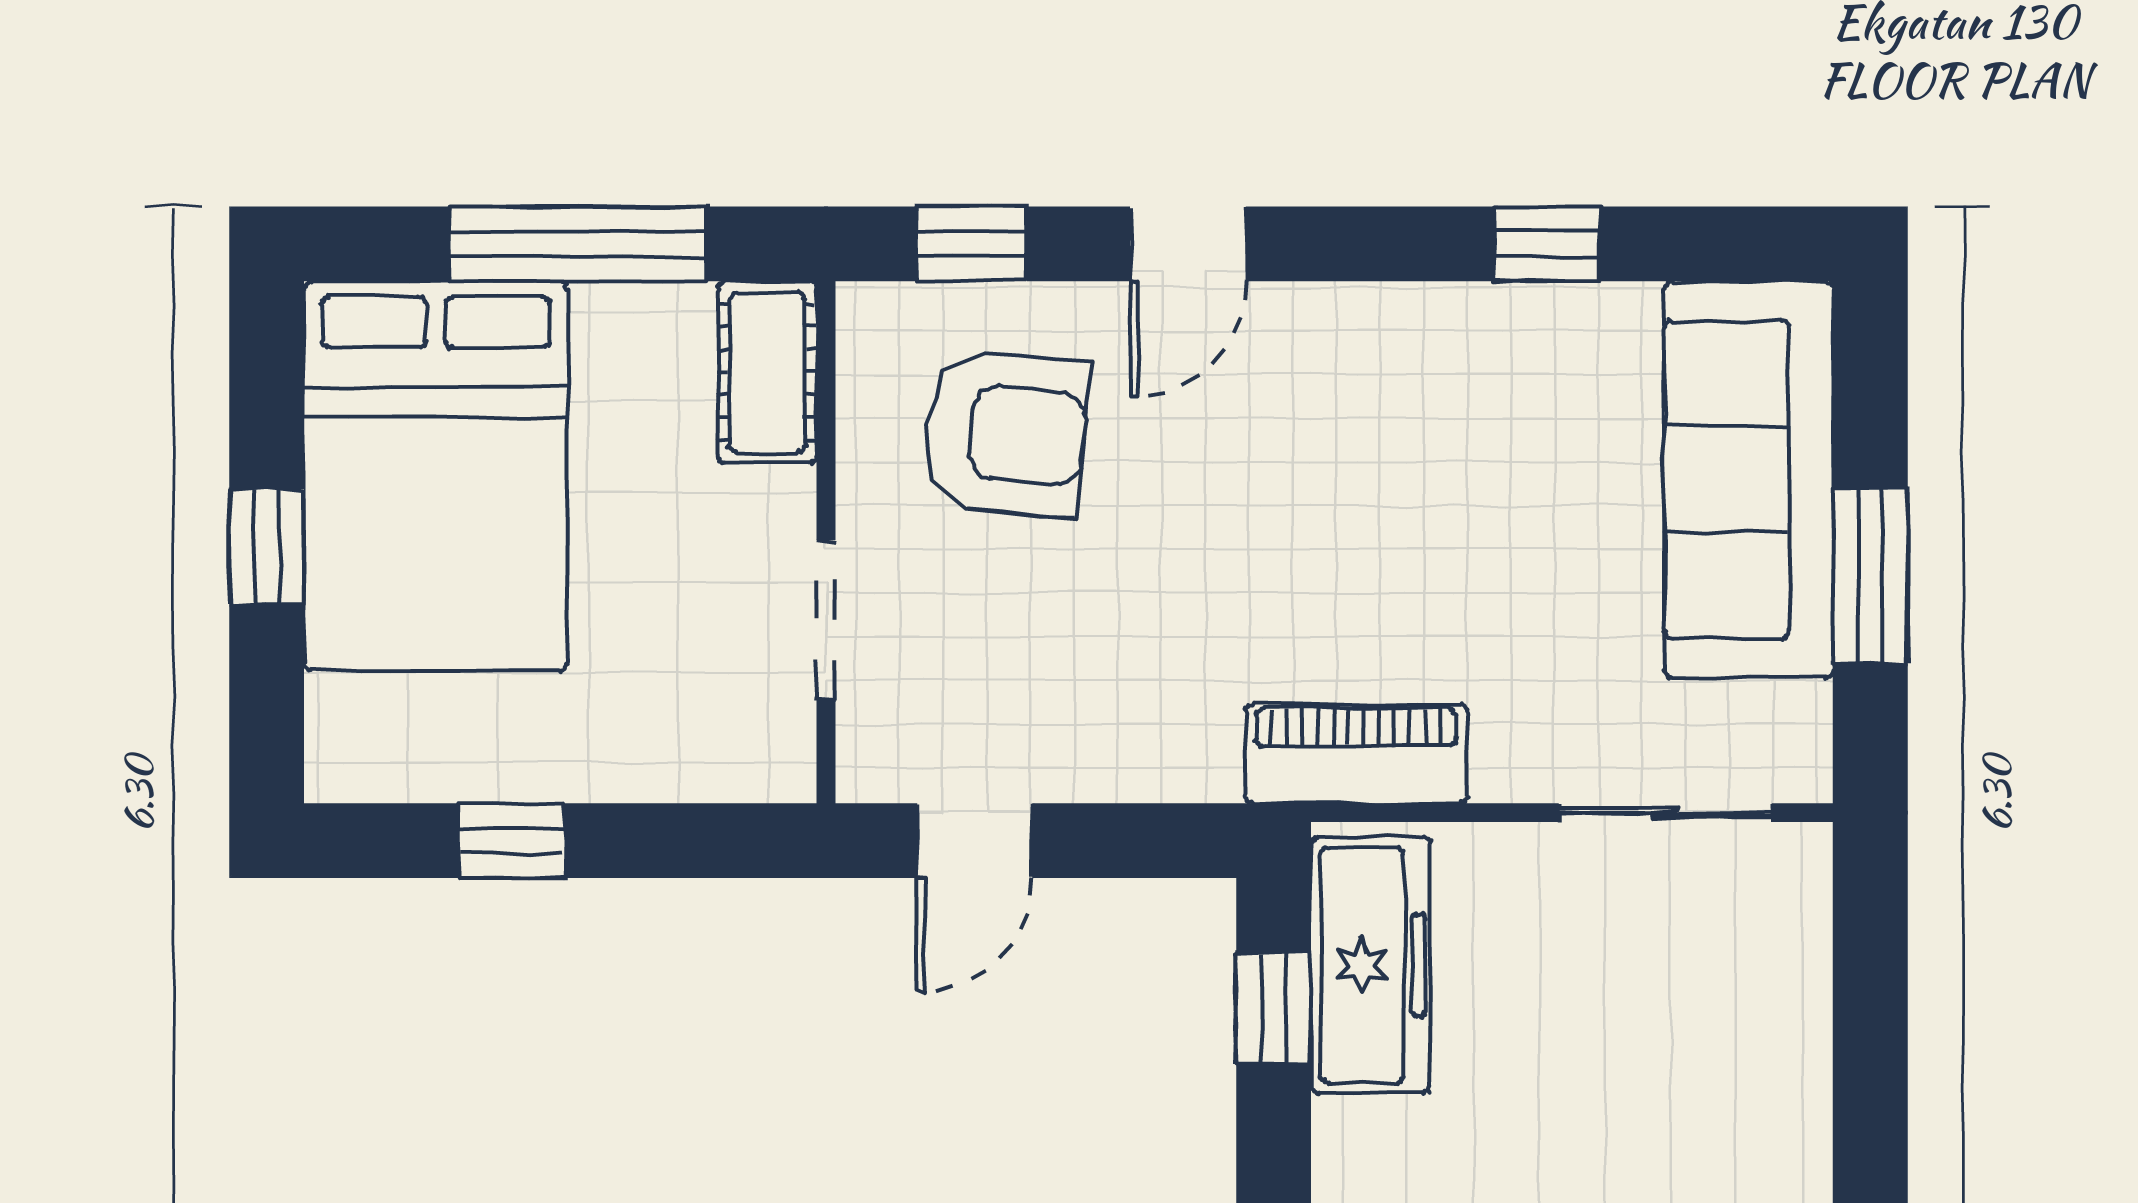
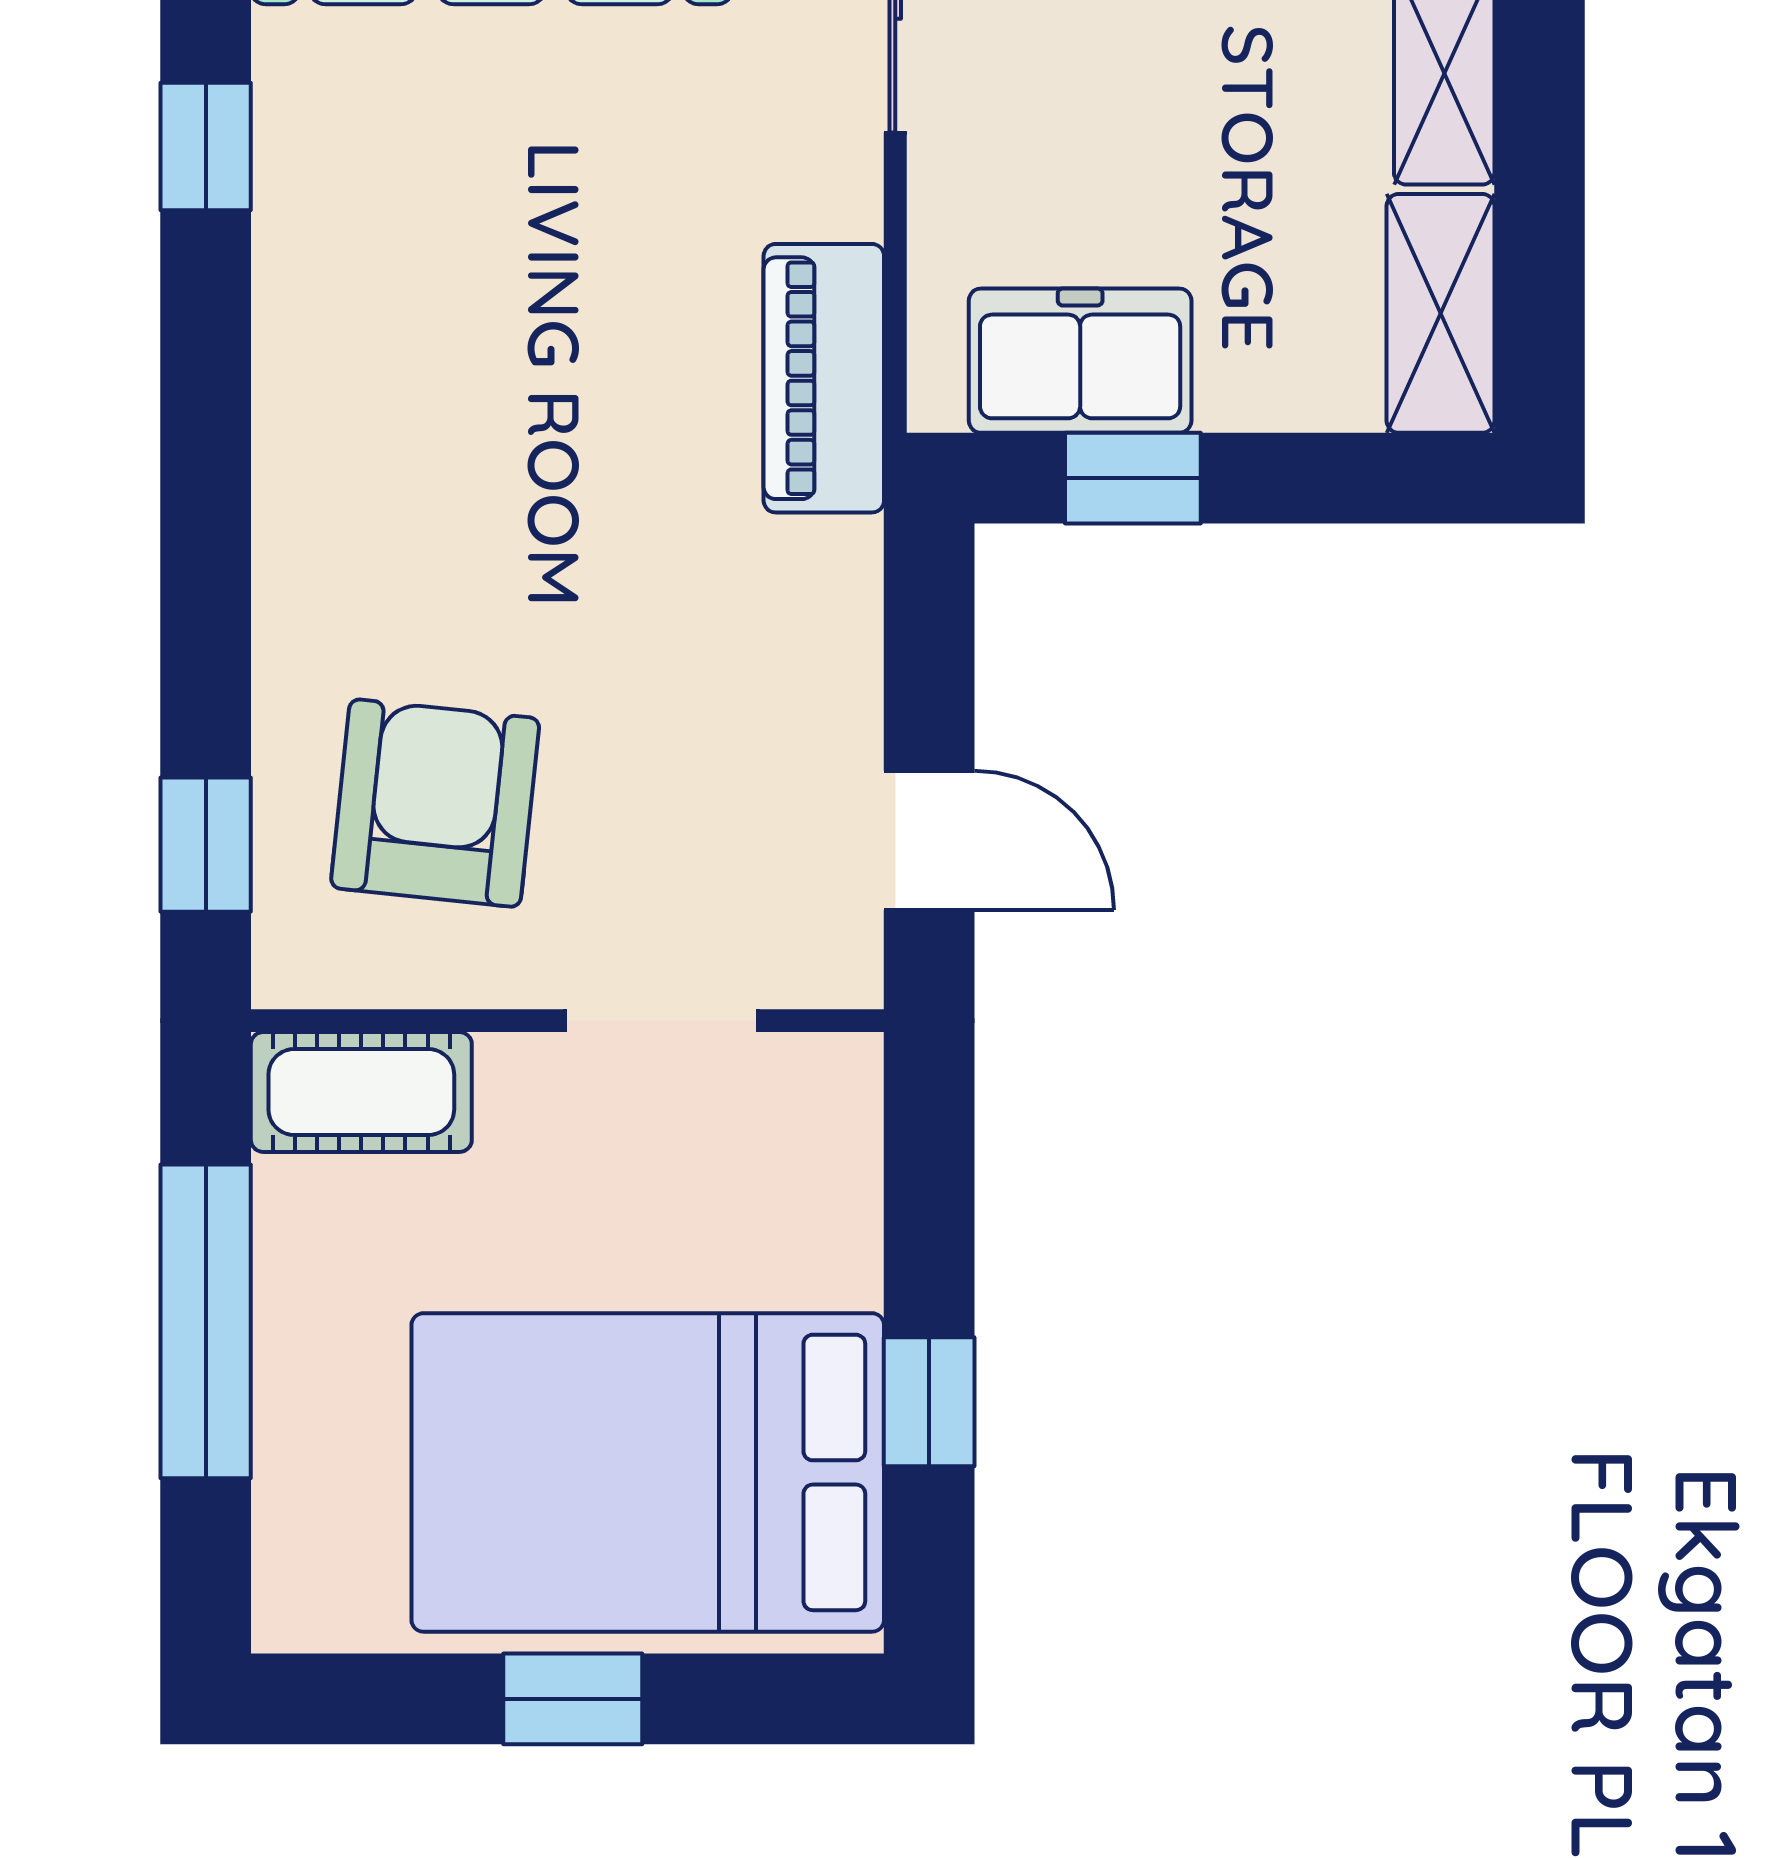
door: (1188, 244) -> (206, 582), removed
bed: (435, 476) -> (648, 1472), moved, turned 180
freezer: (1370, 965) -> (1080, 361), width x0.71

